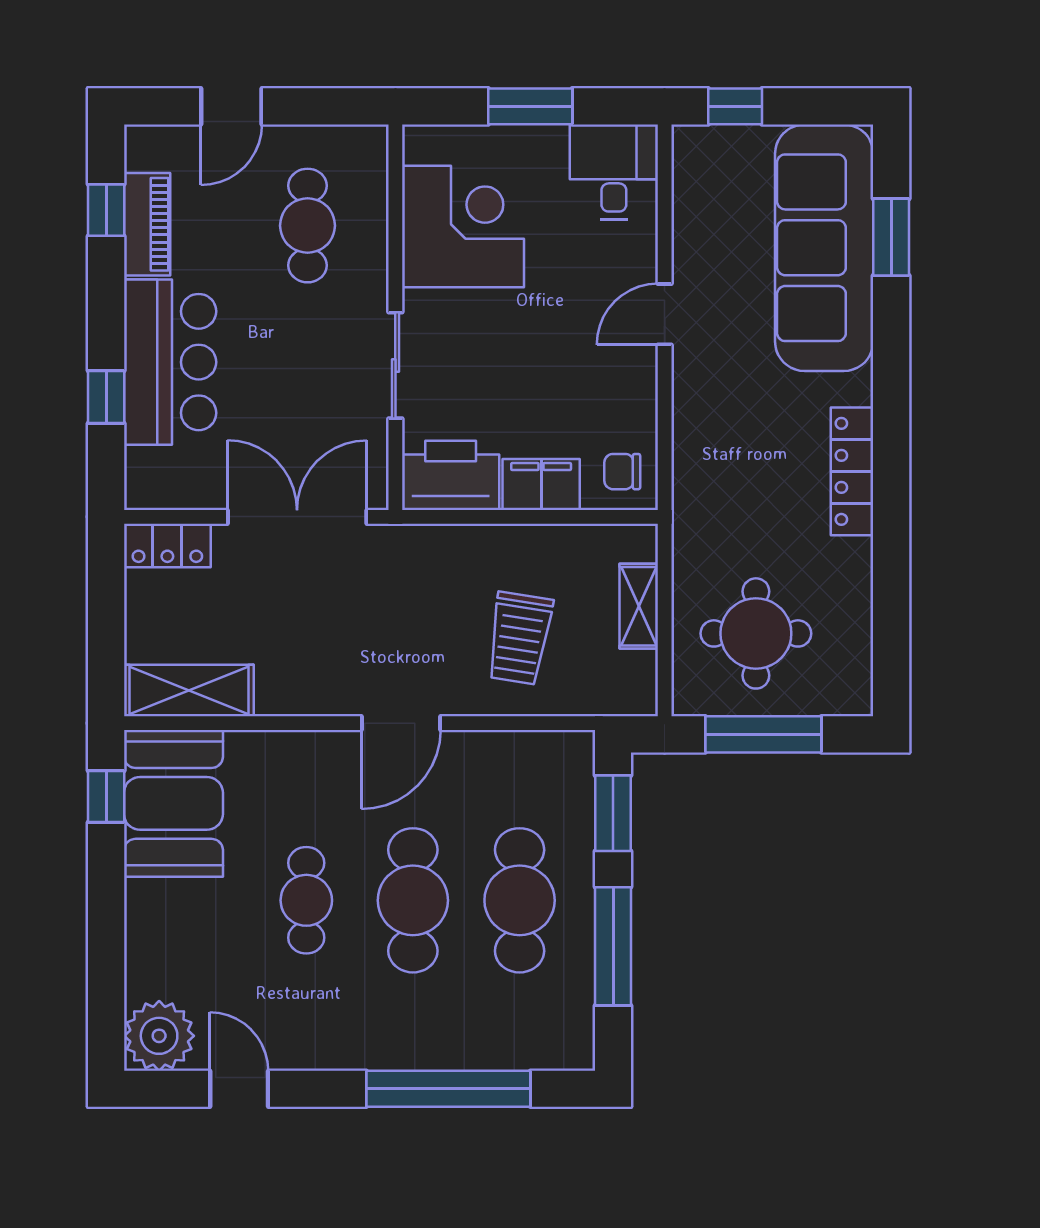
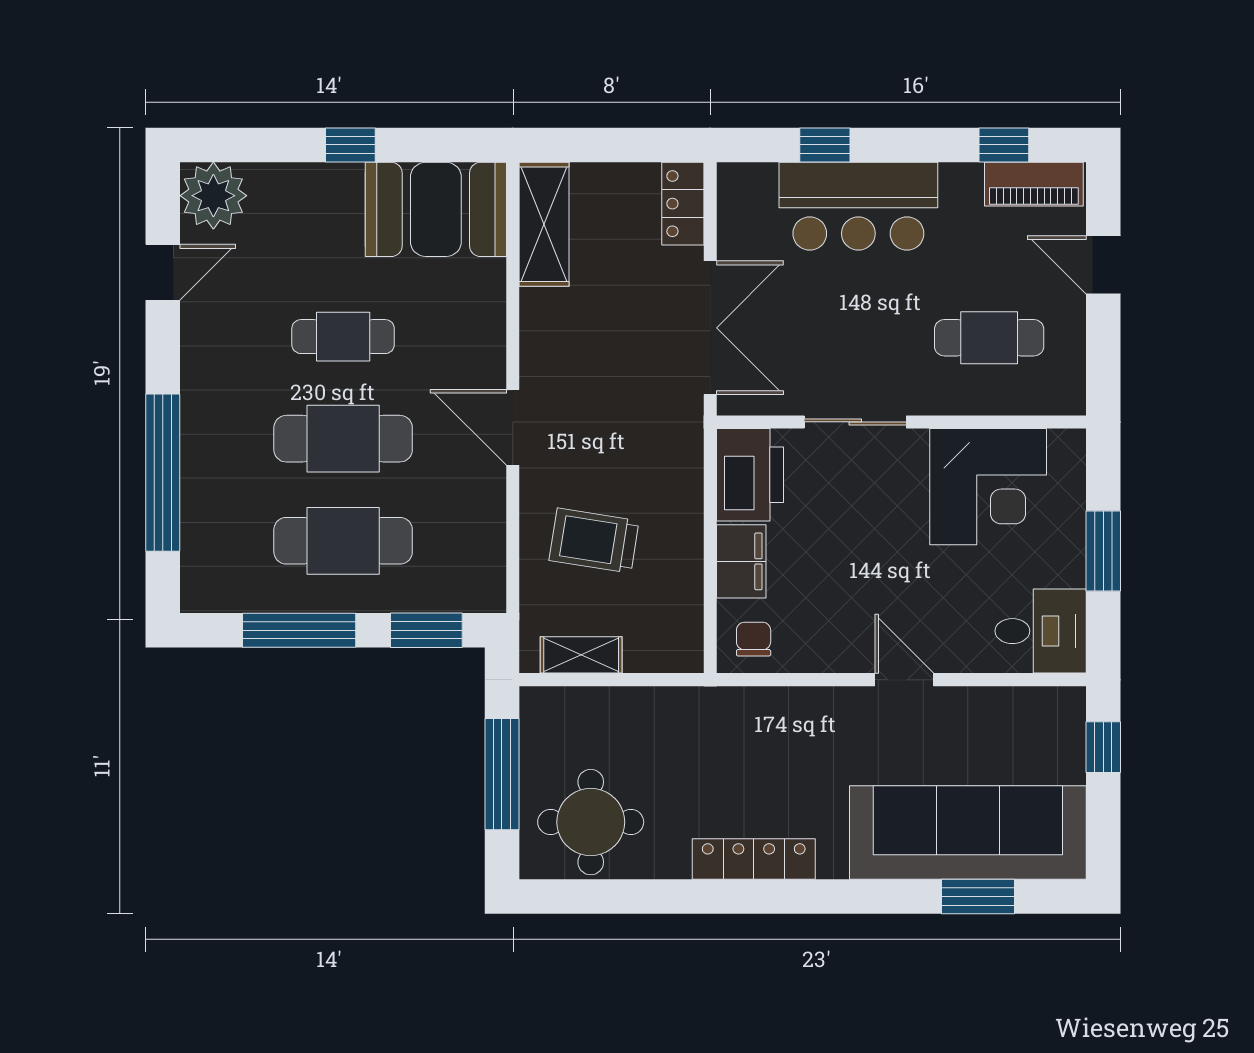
piano: (147, 224) -> (1034, 184), moved
shelving: (639, 606) -> (581, 655), moved
round table: (756, 633) -> (591, 822), moved
window: (106, 796) -> (350, 145), moved

